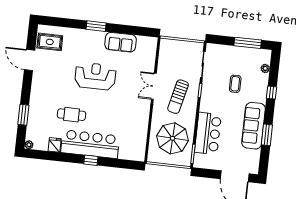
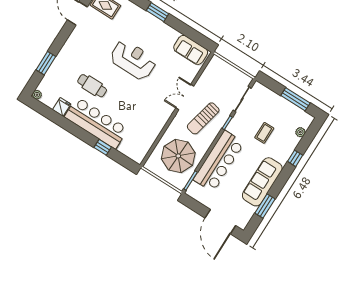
sofa: (121, 42) -> (191, 50), moved
bar counter: (208, 133) -> (219, 161), width x1.36
window: (267, 135) -> (265, 206), moved
window: (91, 160) -> (103, 147), moved

